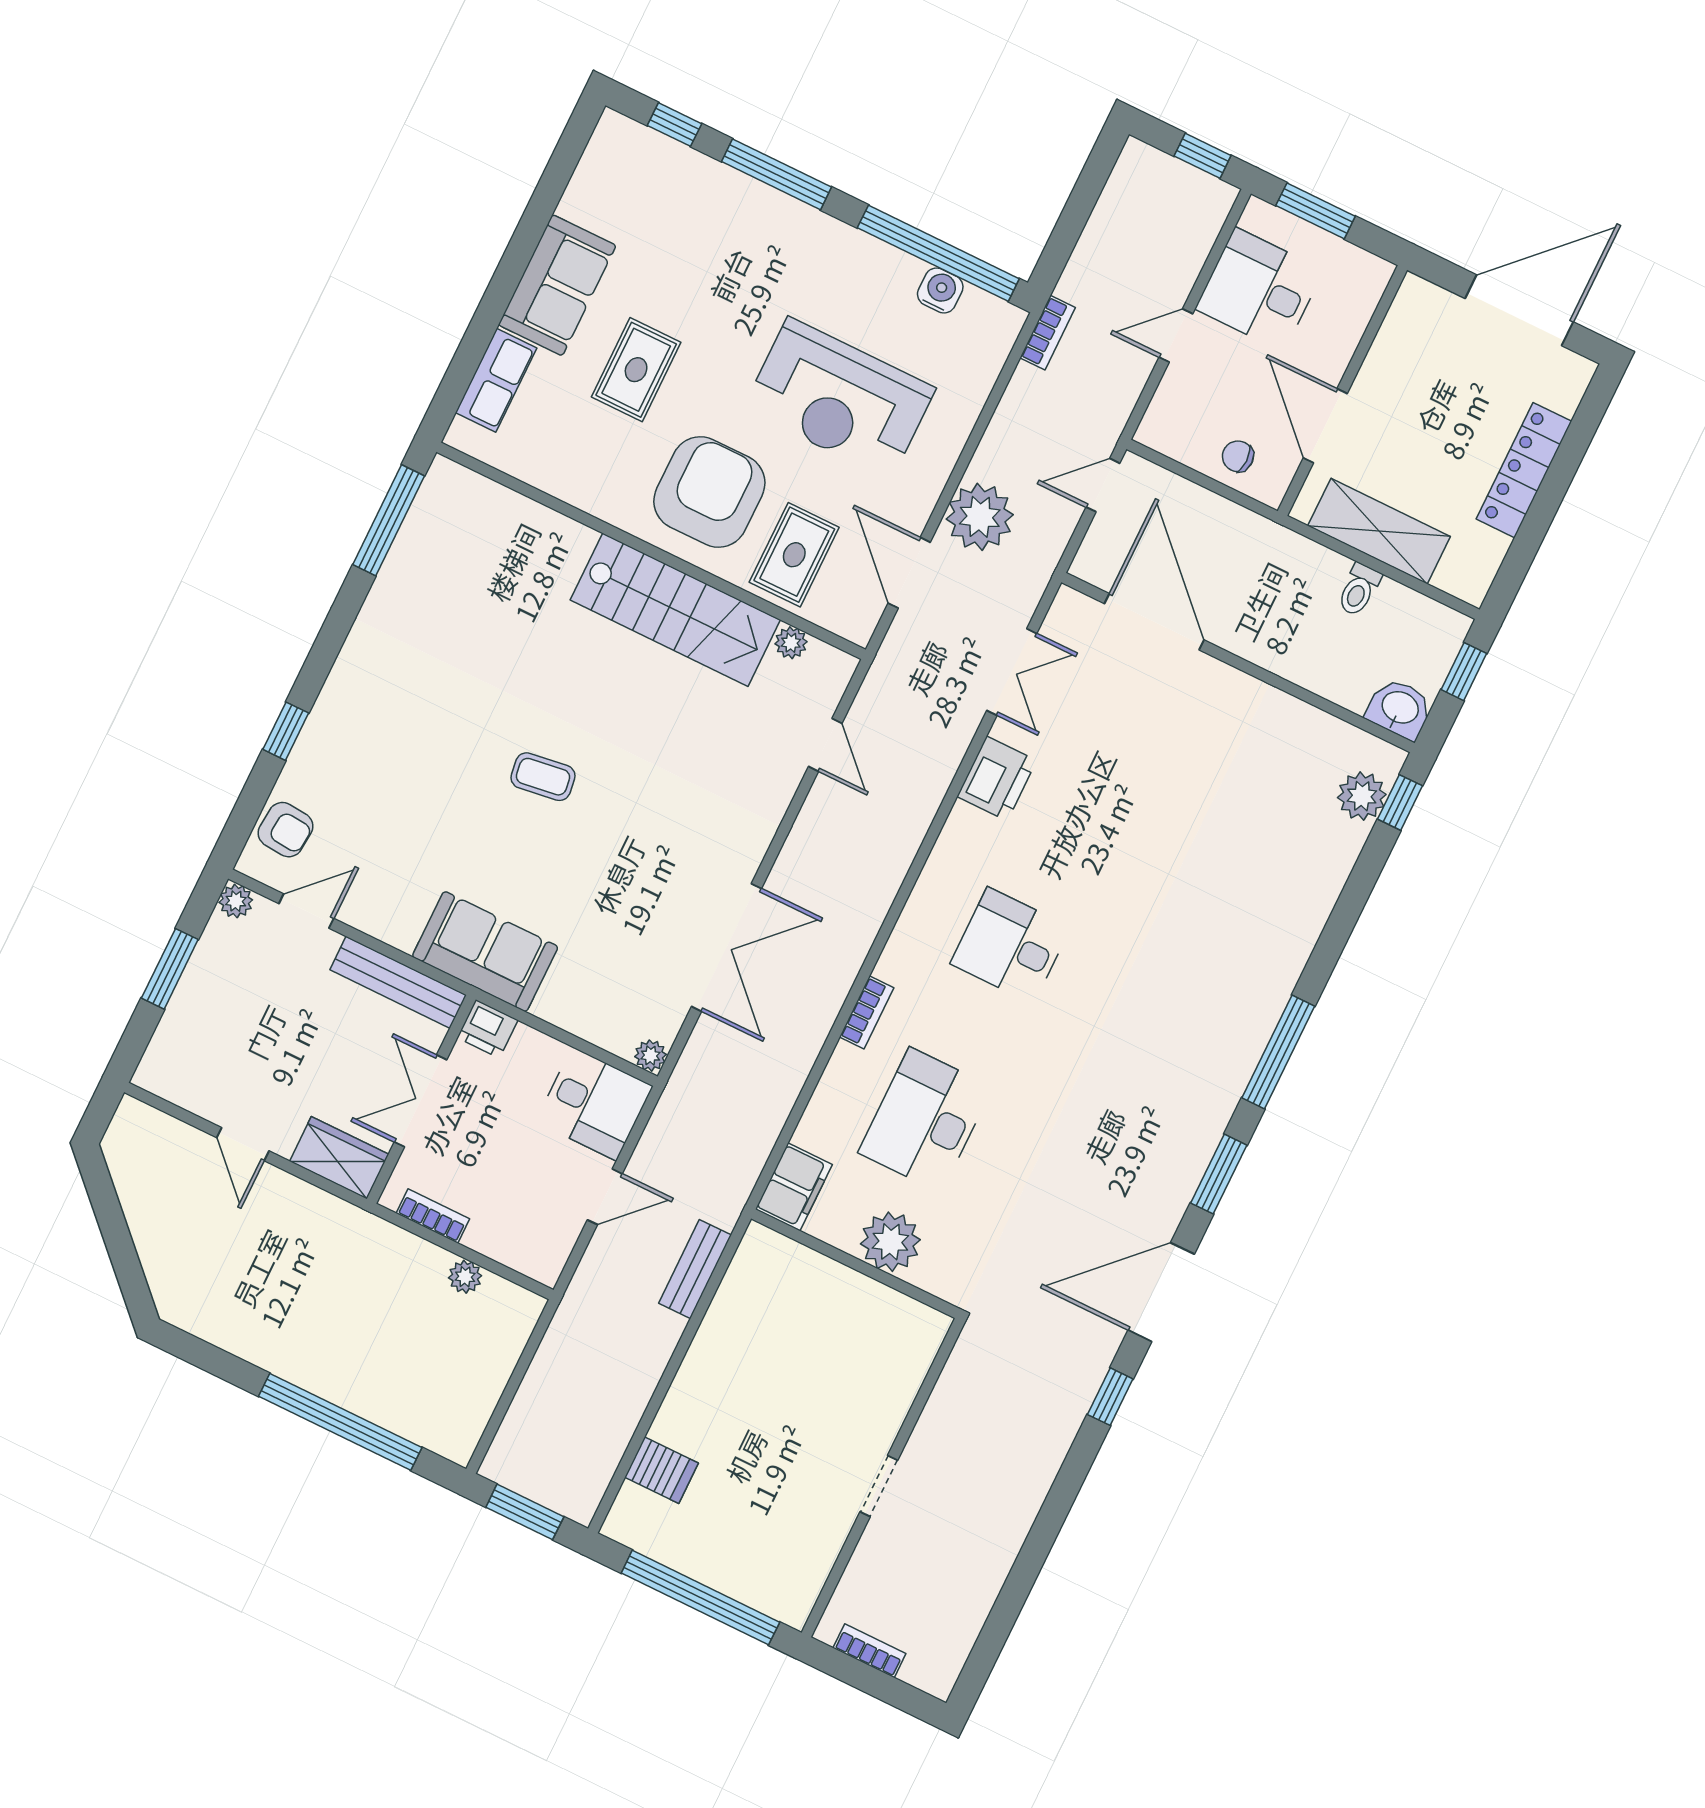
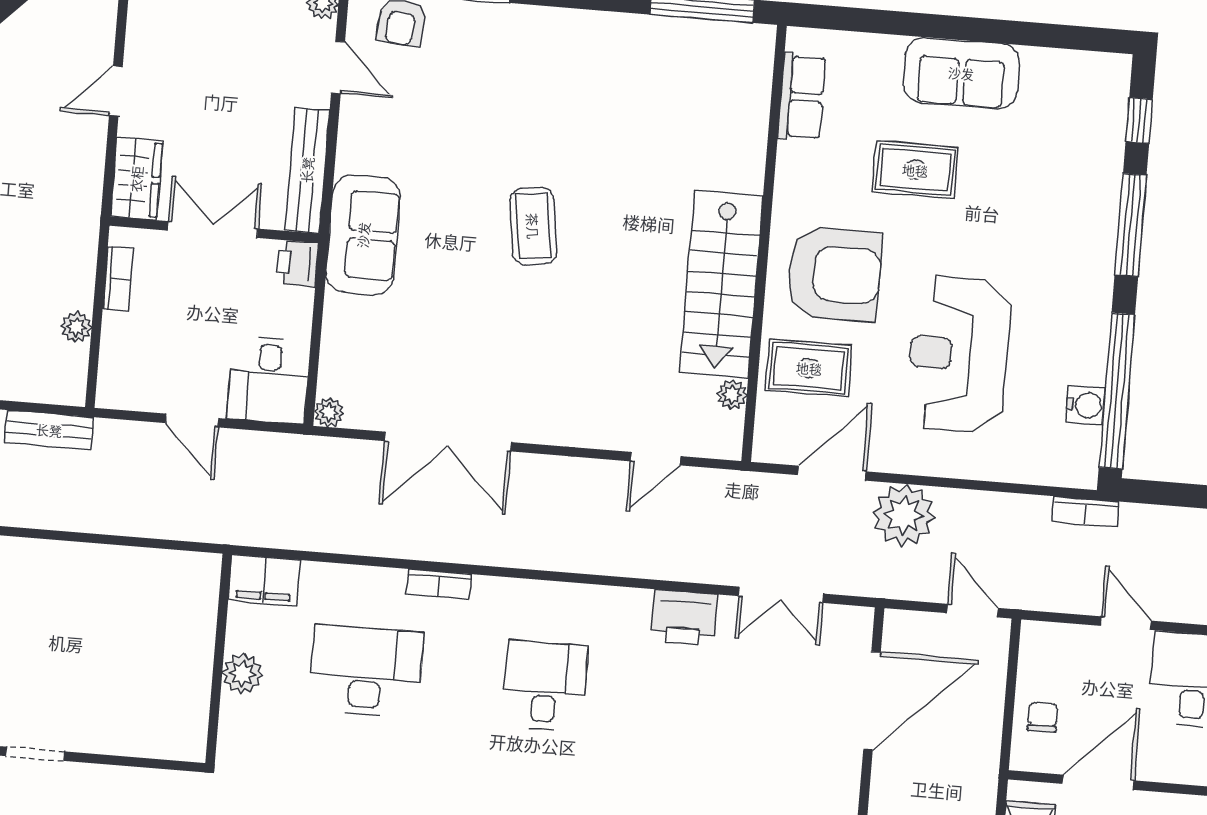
row of seats: (496, 380) -> (802, 97), moved, turned -90
coffee table: (543, 777) -> (533, 226), width x1.36, depth x1.30
plant: (890, 1242) -> (243, 674), width x0.73, depth x0.73
bench: (695, 1269) -> (49, 430), moved

